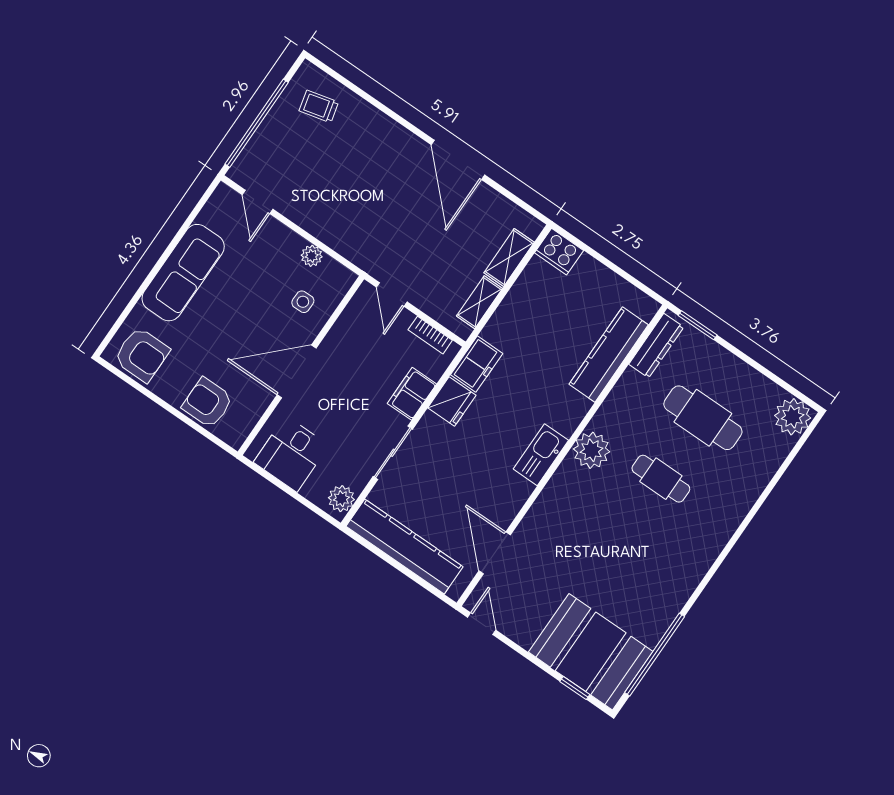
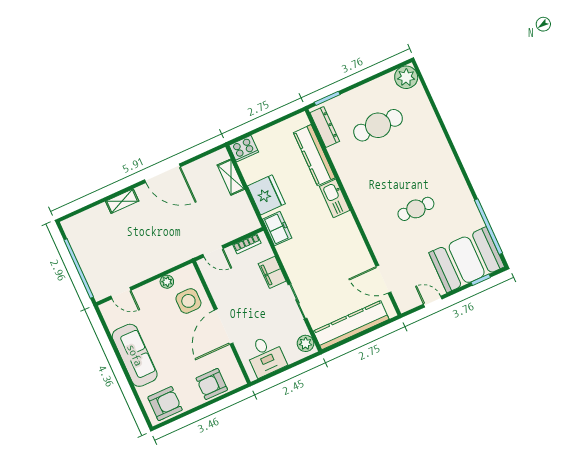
trolley: (319, 106) -> (90, 230), removed
side table: (303, 302) -> (188, 301), width x1.87, depth x1.87
shelving: (480, 302) -> (122, 201), moved, turned 90
fridge: (452, 402) -> (266, 195), moved, width x1.36, depth x1.34
plant: (592, 450) -> (360, 195), removed
kitchen sink: (541, 455) -> (335, 198), moved
cafe table: (661, 479) -> (416, 209), moved
door: (482, 624) -> (433, 302), moved

